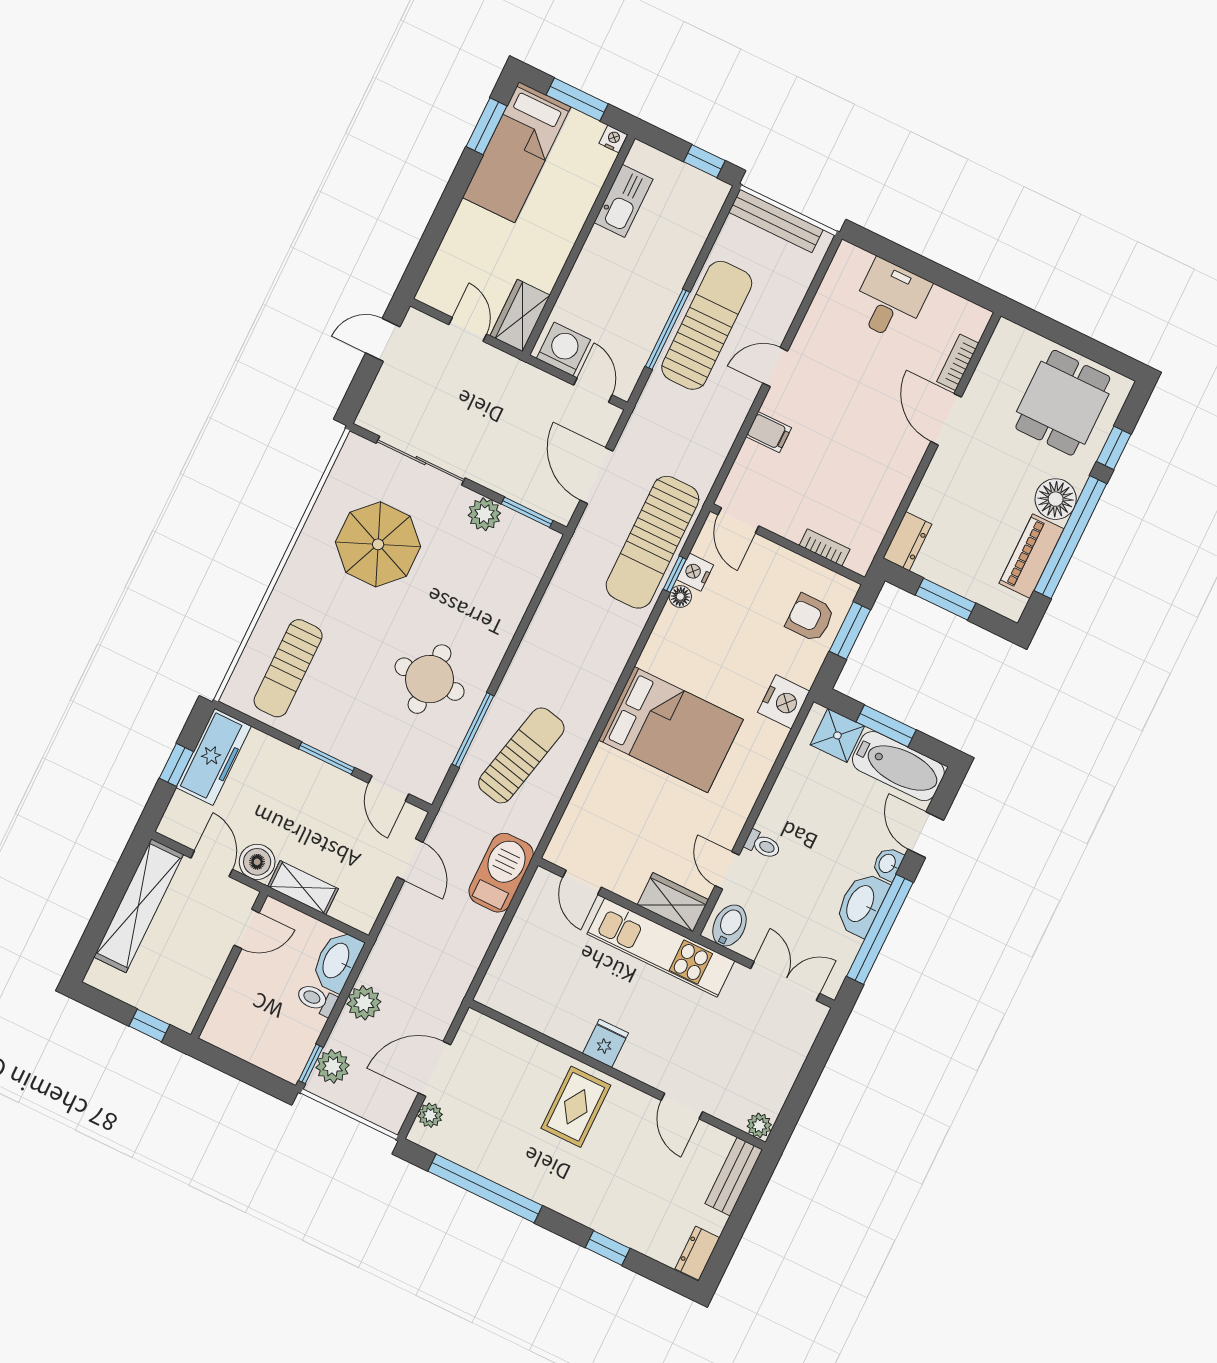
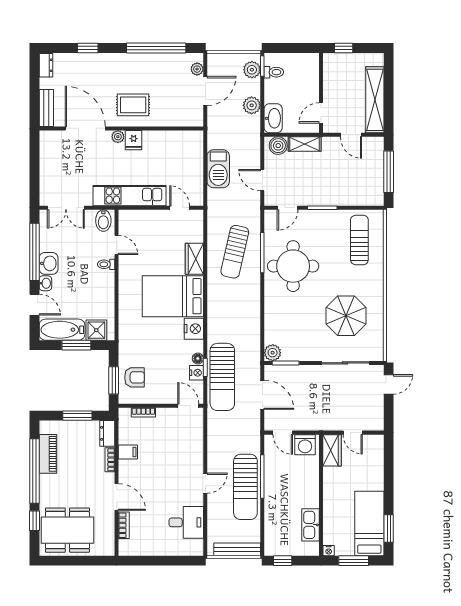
desk: (890, 300) -> (186, 522), moved, turned -90
door: (383, 340) -> (389, 384), moved
dining table: (1063, 403) -> (67, 530), width x1.37
filing cabinet: (769, 432) -> (128, 452), moved, turned 180
bookcase: (926, 492) -> (110, 460), added
floor lamp: (1056, 499) -> (50, 485), removed
plant: (484, 514) -> (273, 353), moved
sun lounger: (652, 542) -> (222, 377), turned 180
round table: (430, 679) -> (293, 266), width x1.36, depth x1.36
nightstand: (784, 702) -> (194, 329), moved, turned 180
freezer: (214, 757) -> (374, 184), removed
window: (176, 765) -> (389, 172), width x2.17
door: (389, 788) -> (288, 208), swing flipped
boiler: (257, 862) -> (278, 146), moved
barbecue: (501, 873) -> (218, 169), moved
wardrobe: (673, 902) -> (194, 259), moved, turned 90
washbasin: (861, 904) -> (49, 263), width x0.72
toilet: (317, 999) -> (274, 72), moved
door: (682, 1106) -> (85, 128), width x1.88
rug: (576, 1107) -> (133, 105), turned 90
plant: (759, 1125) -> (118, 137), moved

